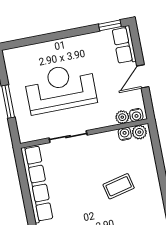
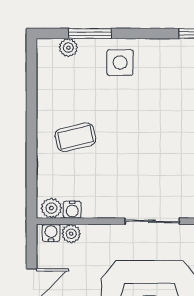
coffee table: (119, 186) -> (75, 137), moved

